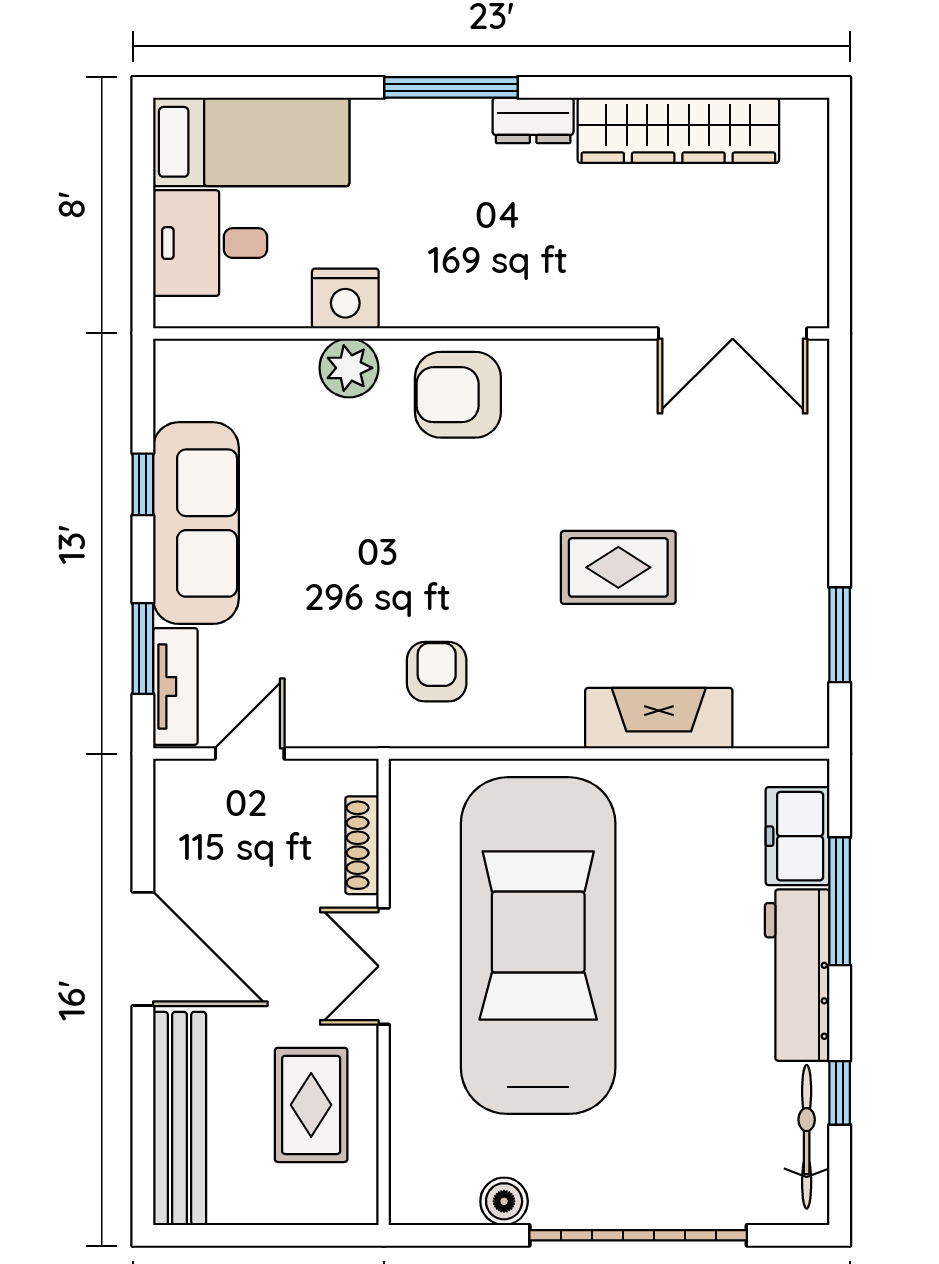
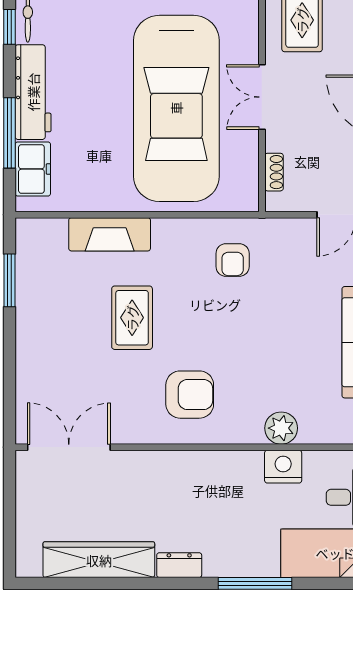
window: (451, 87) -> (255, 583), moved
armchair: (458, 395) -> (190, 395), moved
rug: (618, 567) -> (132, 318), turned 90
shoe rack: (362, 845) -> (274, 172), width x0.70
double door: (384, 966) -> (262, 97), swing flipped

